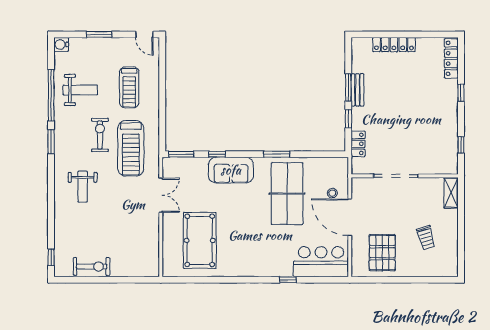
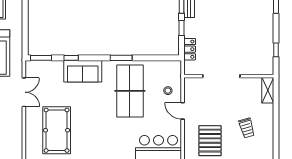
door: (350, 217) -> (183, 111), width x0.53

